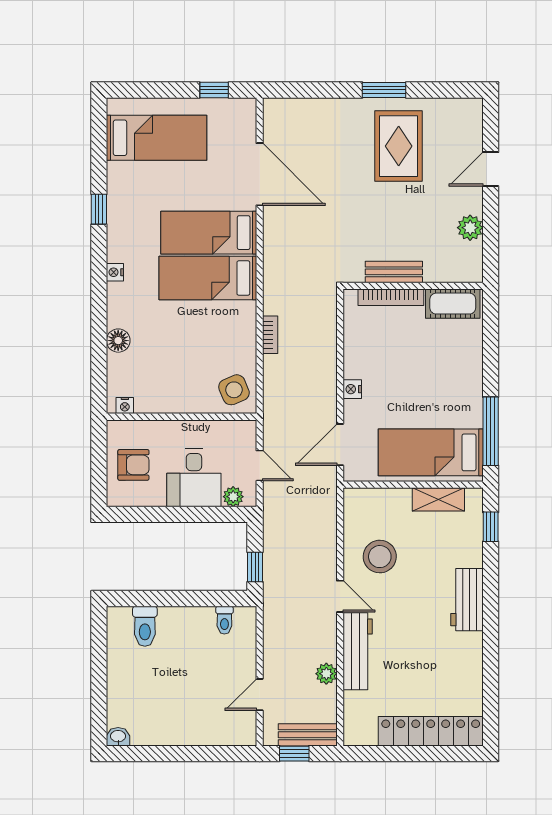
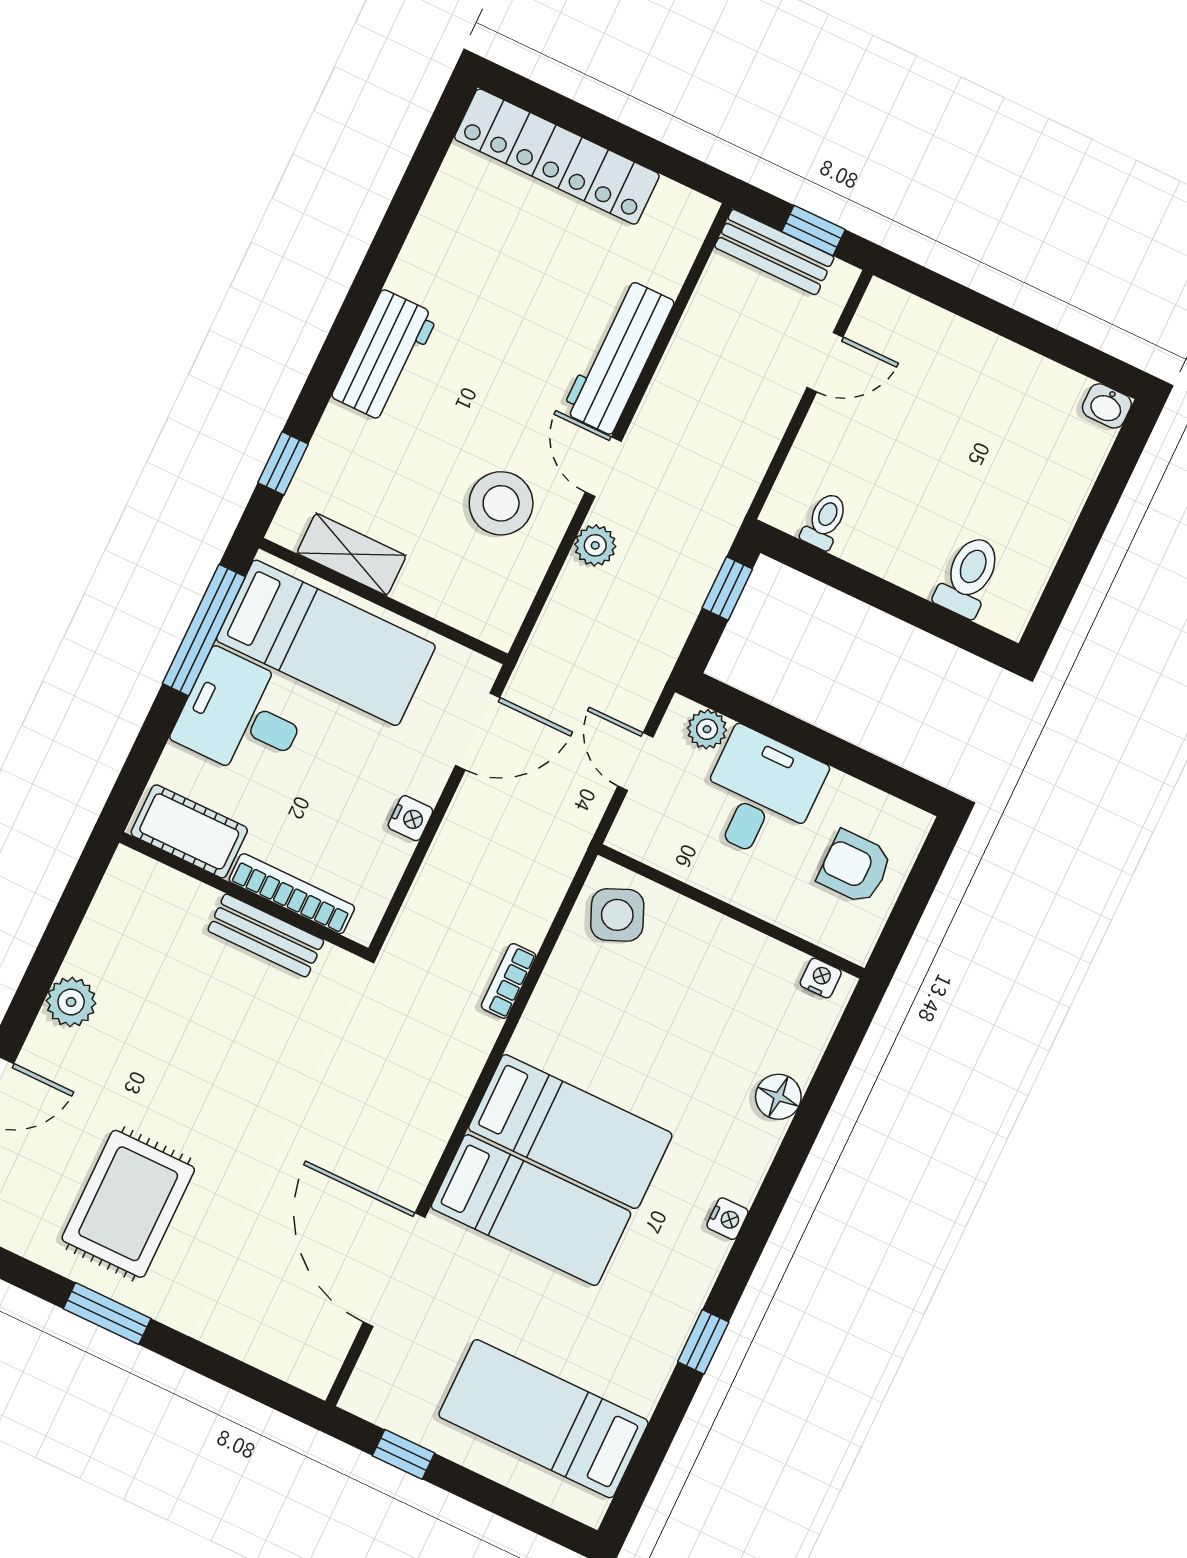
bench: (394, 272) -> (266, 935), moved
wall: (413, 286) -> (244, 895), moved
bookcase: (391, 297) -> (292, 894), moved
cot: (453, 304) -> (189, 831), moved
desk: (454, 400) -> (242, 716), added
plant: (326, 674) -> (595, 545), moved

